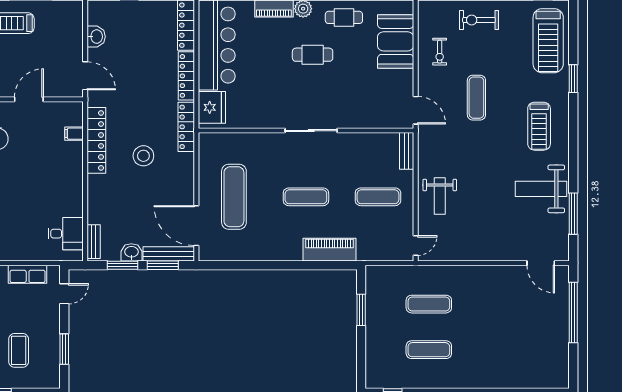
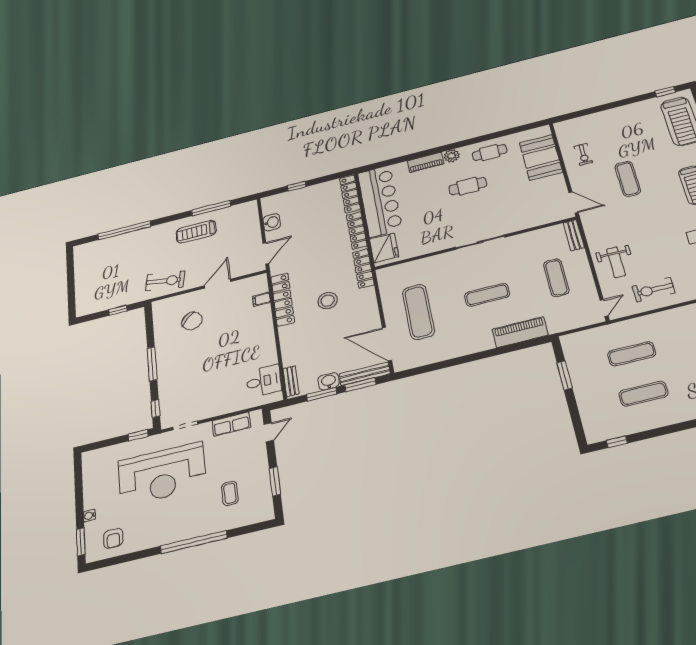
exercise bike: (479, 20) -> (653, 290), moved
door: (85, 76) -> (266, 253), hinge flipped
exercise mat: (378, 197) -> (556, 278), turned 90
coffee table: (19, 350) -> (230, 493), width x0.73, depth x0.77

